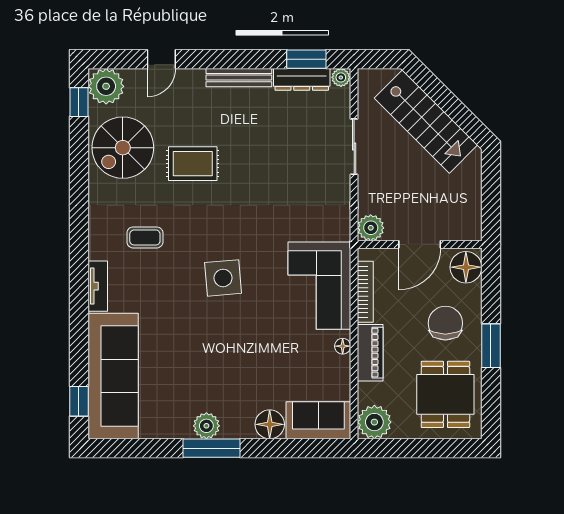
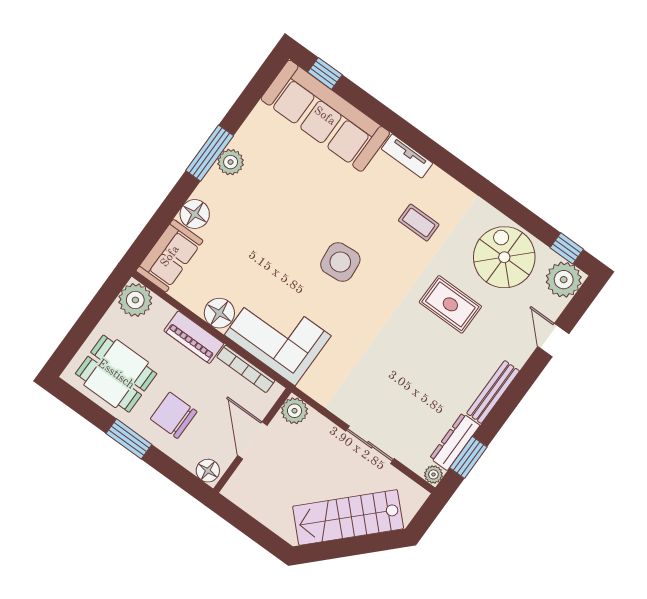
rug: (193, 164) -> (450, 304), turned 90
coffee table: (145, 237) -> (419, 223), turned 90
floor lamp: (466, 267) -> (208, 471), width x0.73, depth x0.73
chair: (445, 323) -> (174, 415), turned 180
floor lamp: (343, 346) -> (219, 313), width x1.89, depth x1.89

